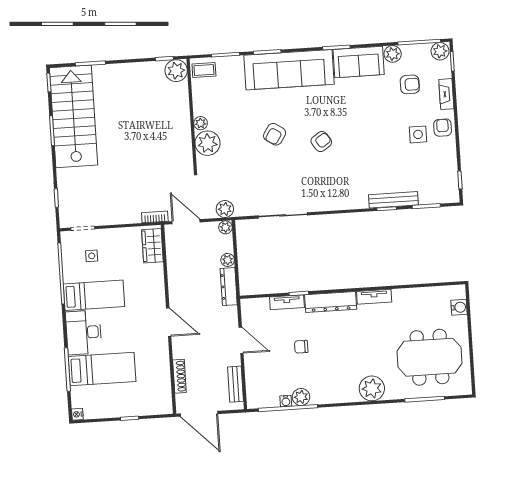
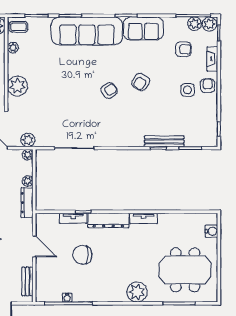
plant: (393, 54) -> (194, 24), moved
plant: (201, 123) -> (13, 48), moved
armchair: (275, 134) -> (141, 82), moved
chair: (301, 347) -> (82, 255), width x1.87, depth x1.87
plant: (301, 397) -> (80, 295), removed

